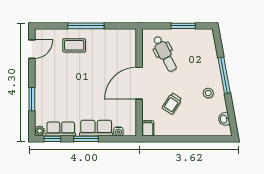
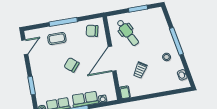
chair: (120, 43) -> (92, 31), added
chair: (87, 82) -> (72, 65), added

